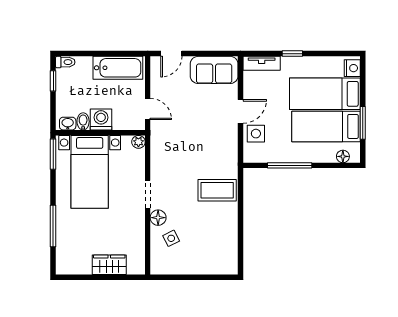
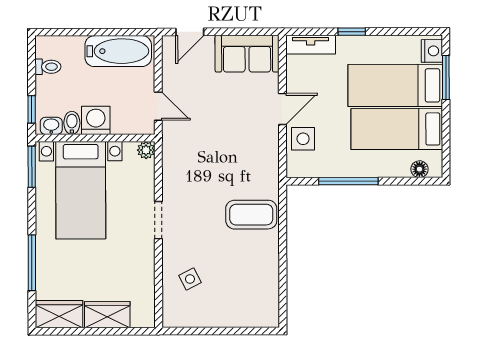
toilet: (65, 62) -> (48, 67), moved
window: (53, 81) -> (32, 109), moved
window: (363, 123) -> (446, 77), moved
floor lamp: (158, 218) -> (172, 251), removed
wardrobe: (73, 264) -> (59, 314), added

